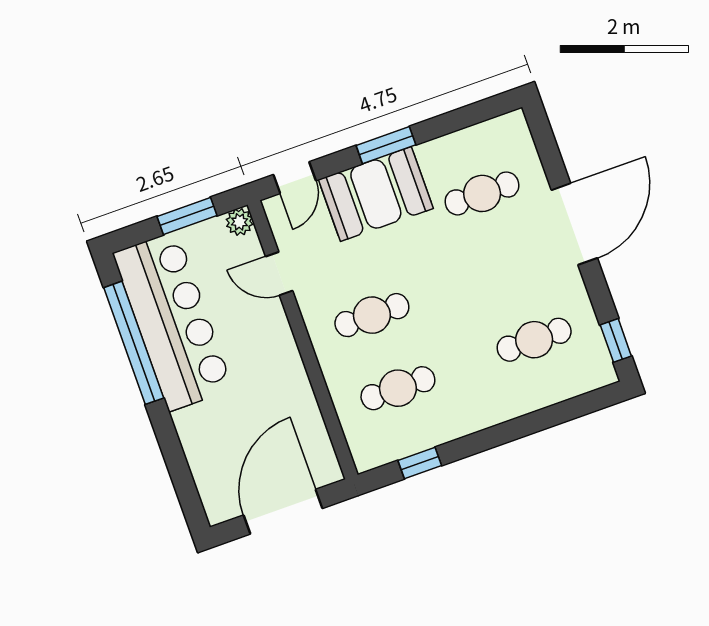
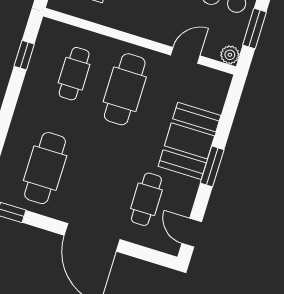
door: (295, 178) -> (192, 233), moved
cafe table: (372, 315) -> (125, 89), width x1.37, depth x1.35
cafe table: (534, 340) -> (45, 168), width x1.37, depth x1.35

